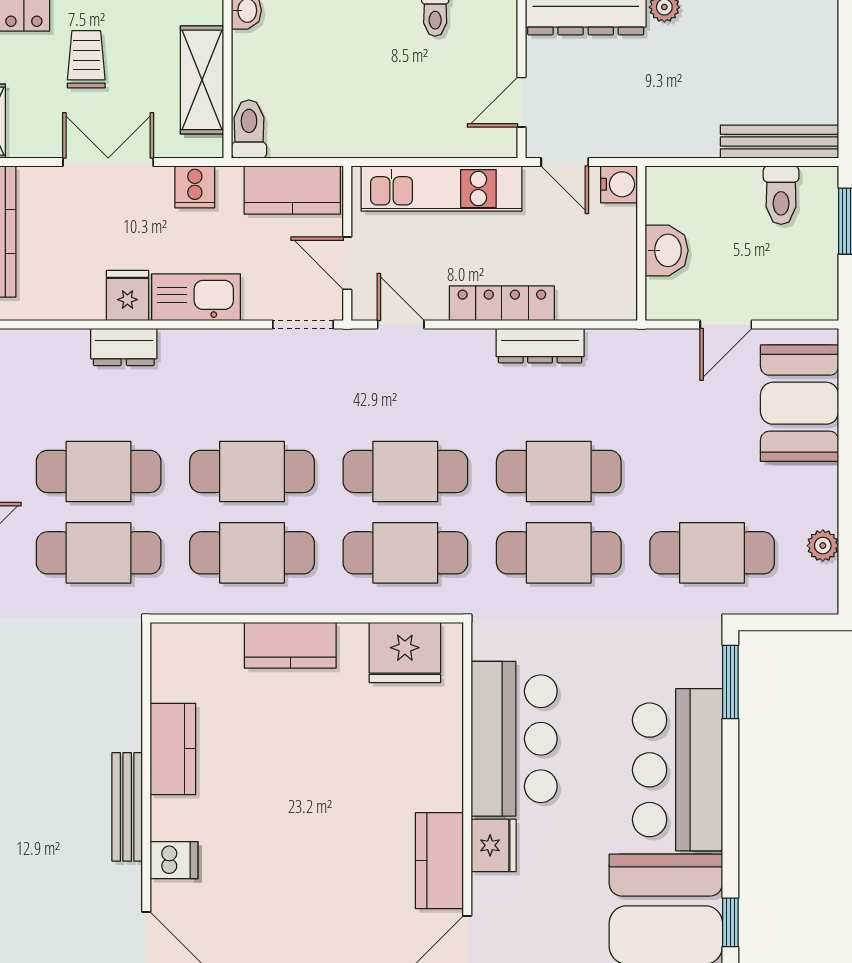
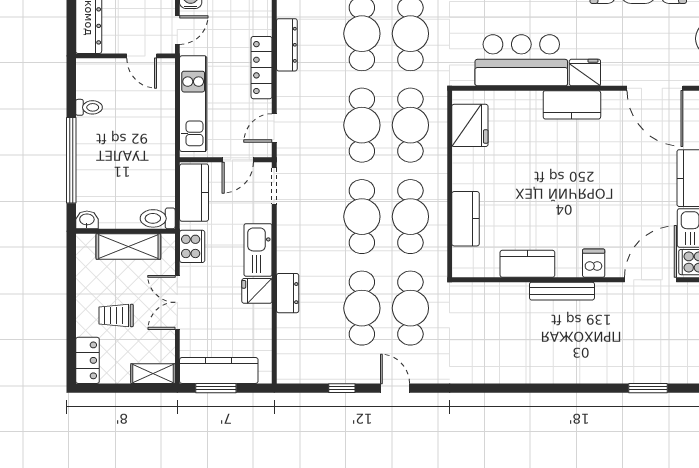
cooker: (195, 187) -> (192, 246), width x1.36
kitchen counter: (290, 645) -> (466, 219), moved
kitchen counter: (439, 861) -> (572, 105), moved

